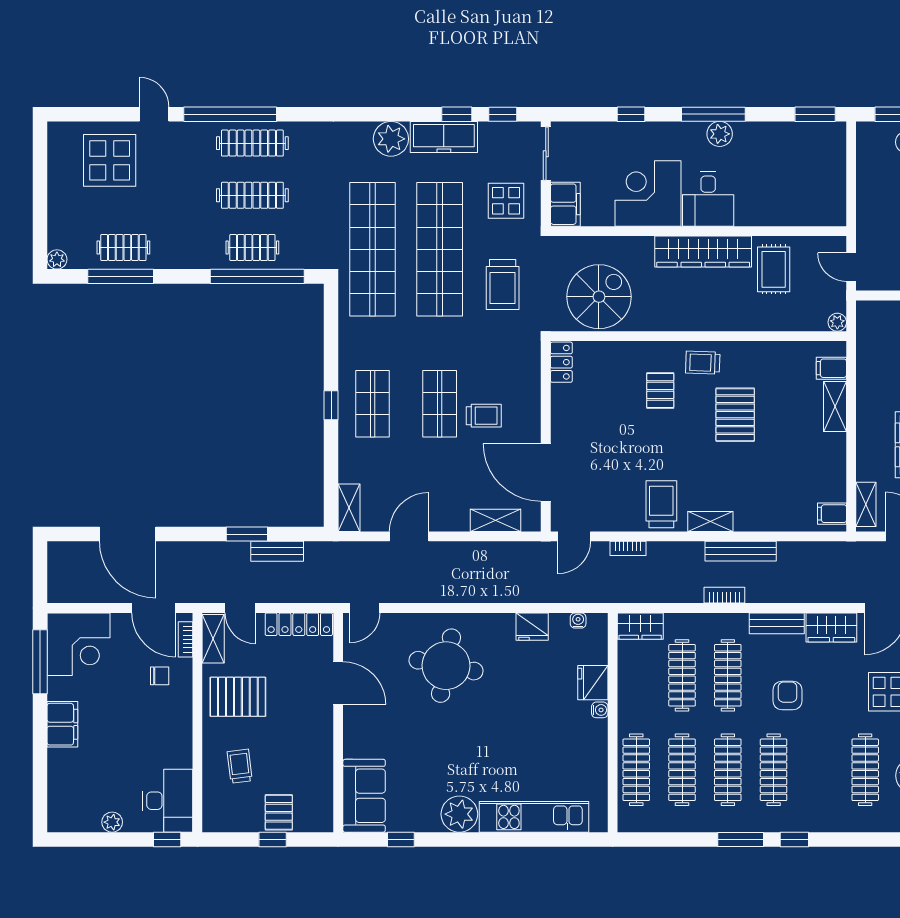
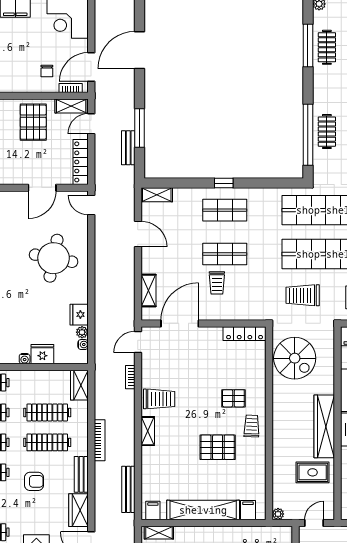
locker: (561, 362) -> (245, 334), width x1.53
shelving: (835, 407) -> (203, 510), width x2.20, depth x1.33
window: (247, 534) -> (140, 128), width x1.44
door: (574, 536) -> (138, 342), hinge flipped
bench: (741, 551) -> (128, 489), moved
bookcase: (724, 595) -> (100, 440), width x1.56
plant: (559, 622) -> (82, 332), added

